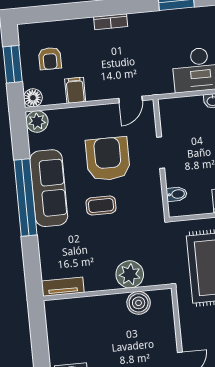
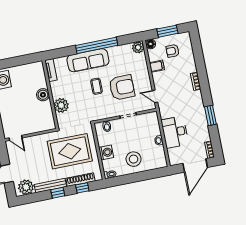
sofa: (49, 188) -> (88, 60), moved
boiler: (139, 303) -> (43, 95), moved

